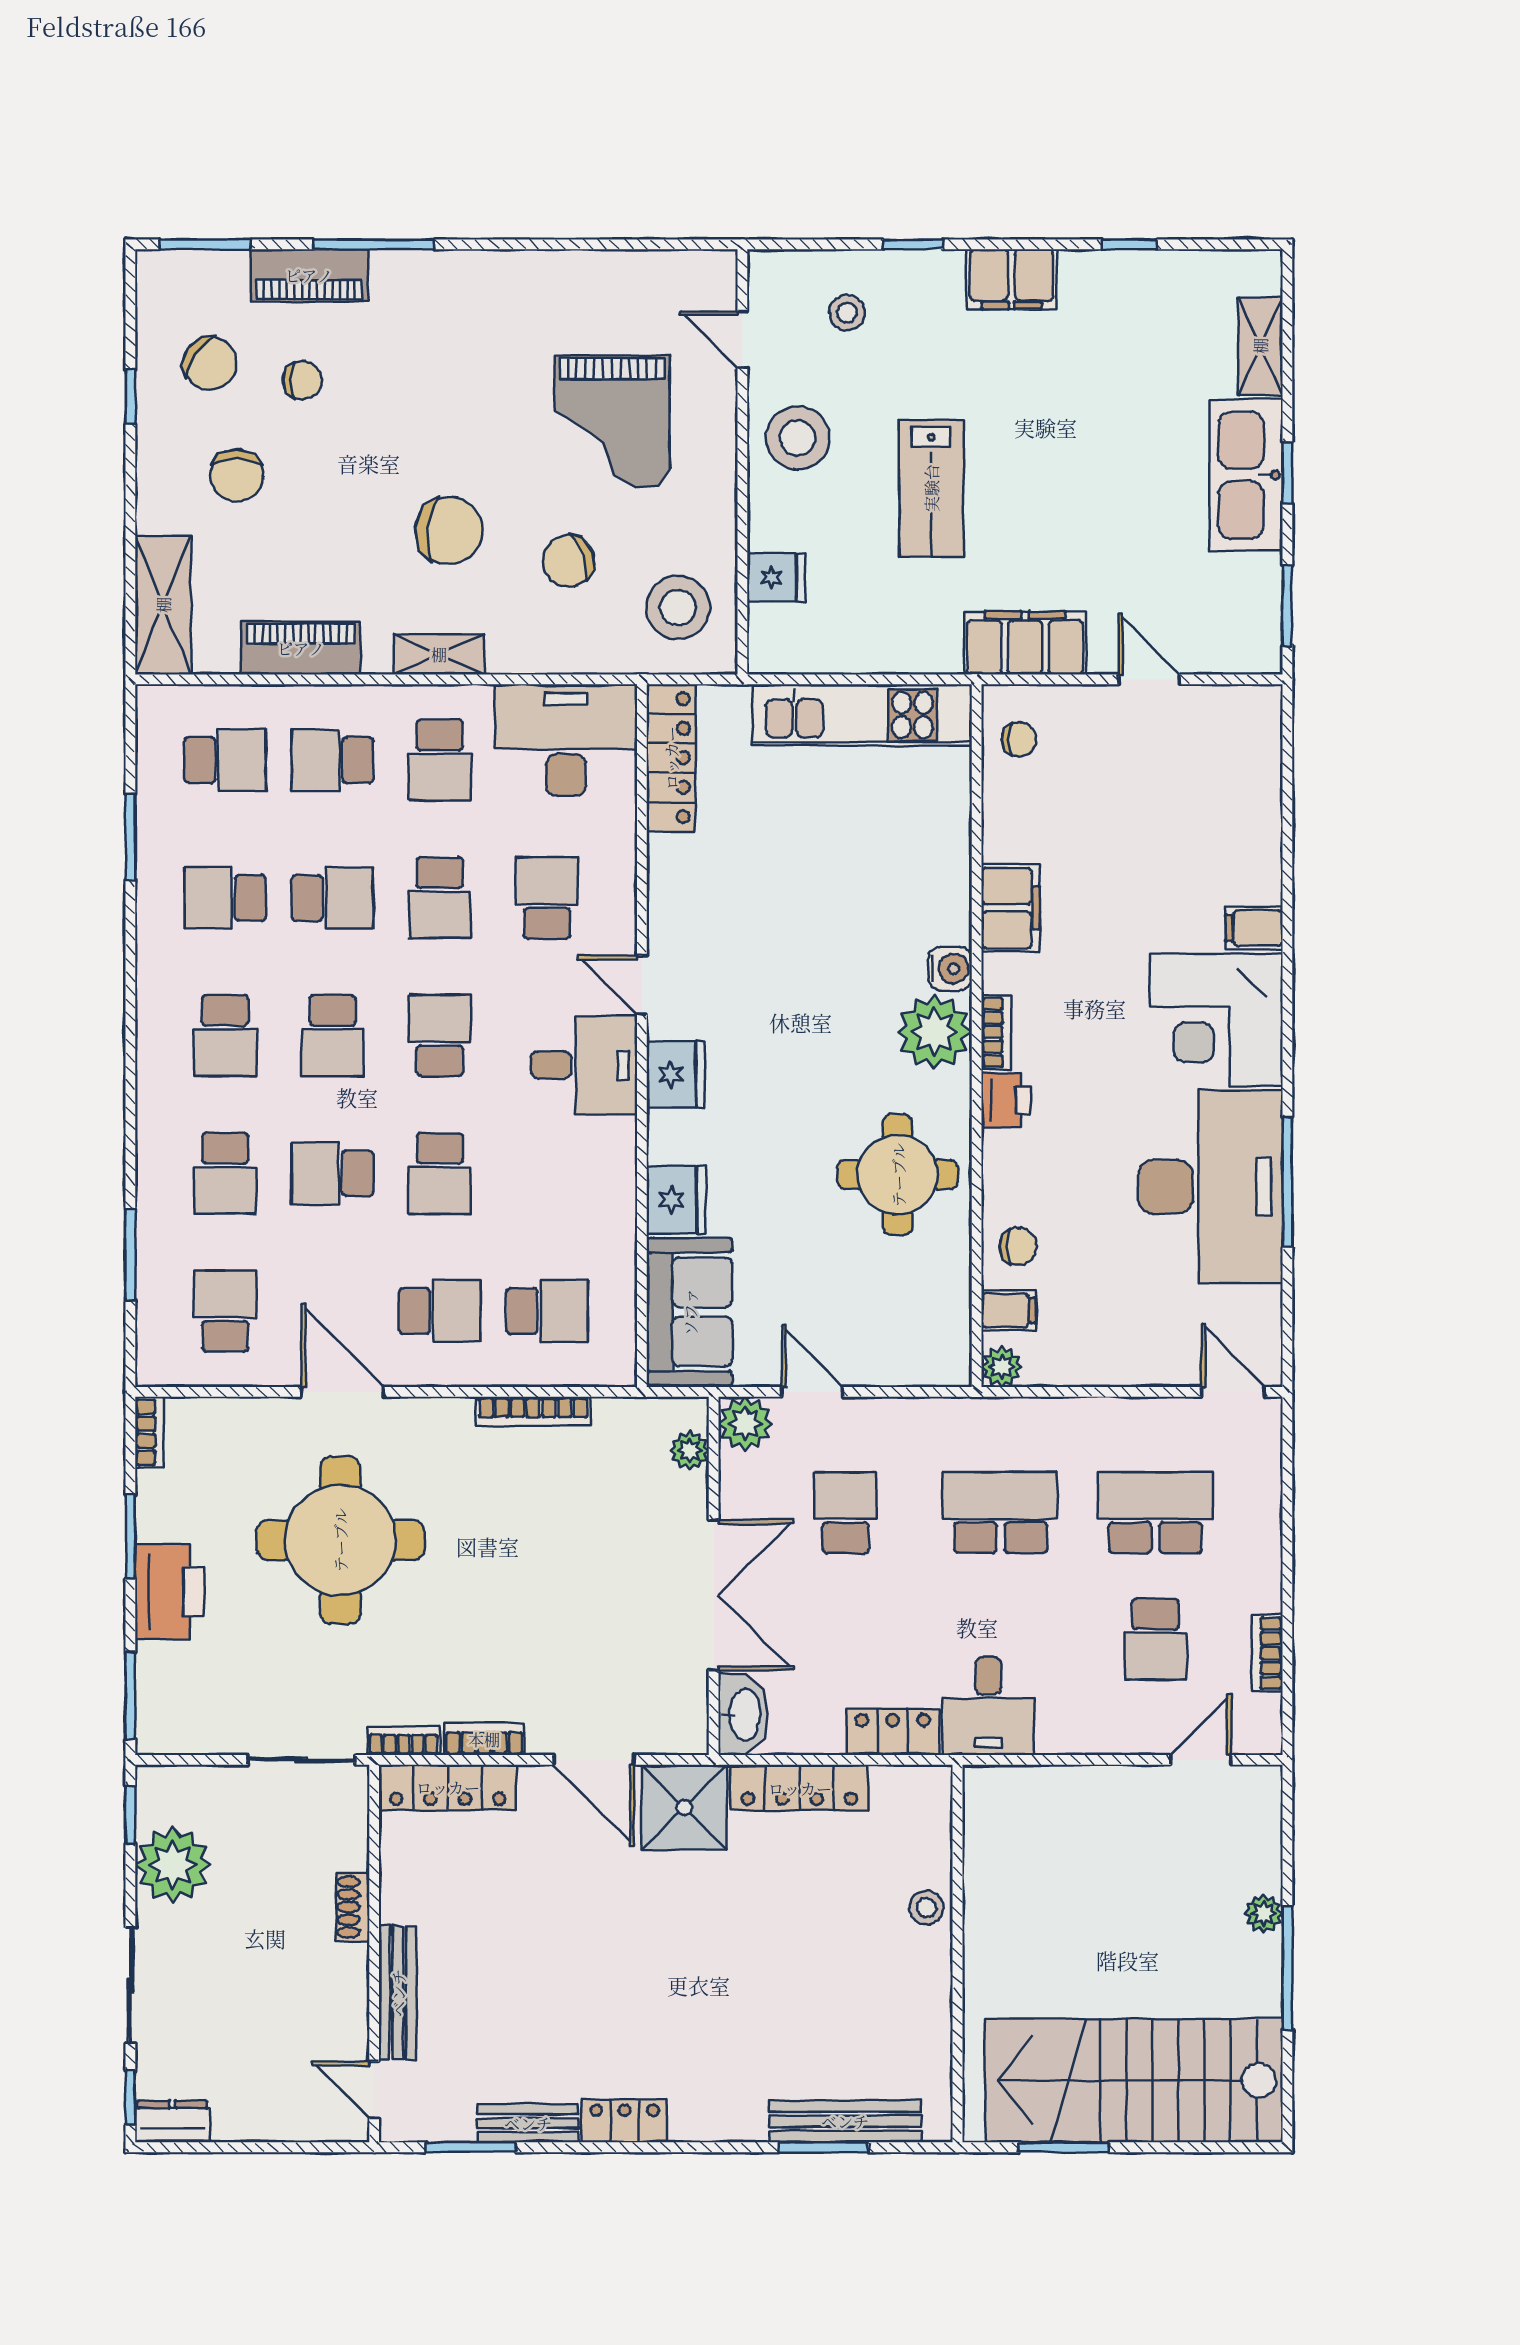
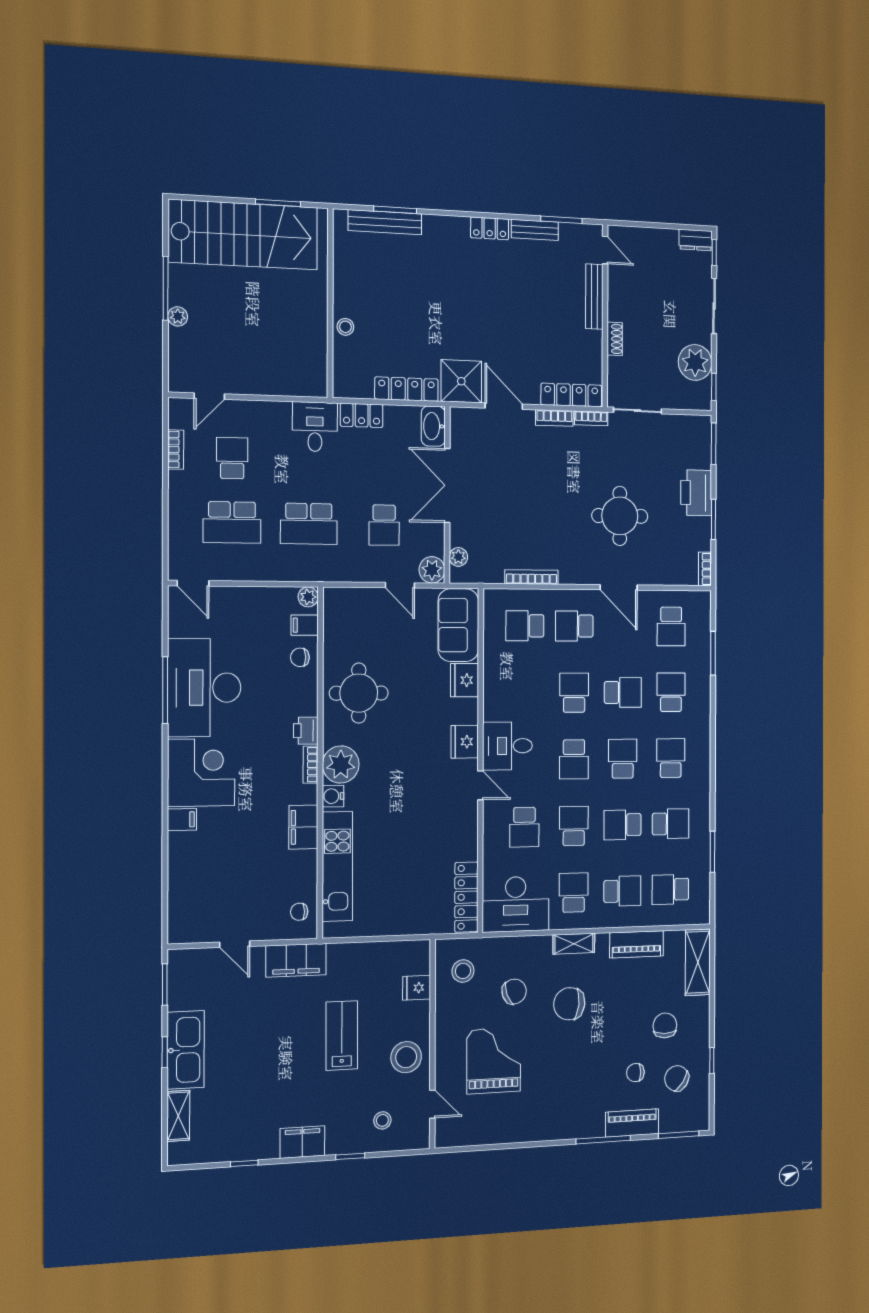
stool: (678, 607) -> (463, 971), width x0.73, depth x0.73
kitchen unit: (862, 715) -> (337, 866), moved, turned 90
round table: (340, 1540) -> (620, 516), width x0.73, depth x0.73

